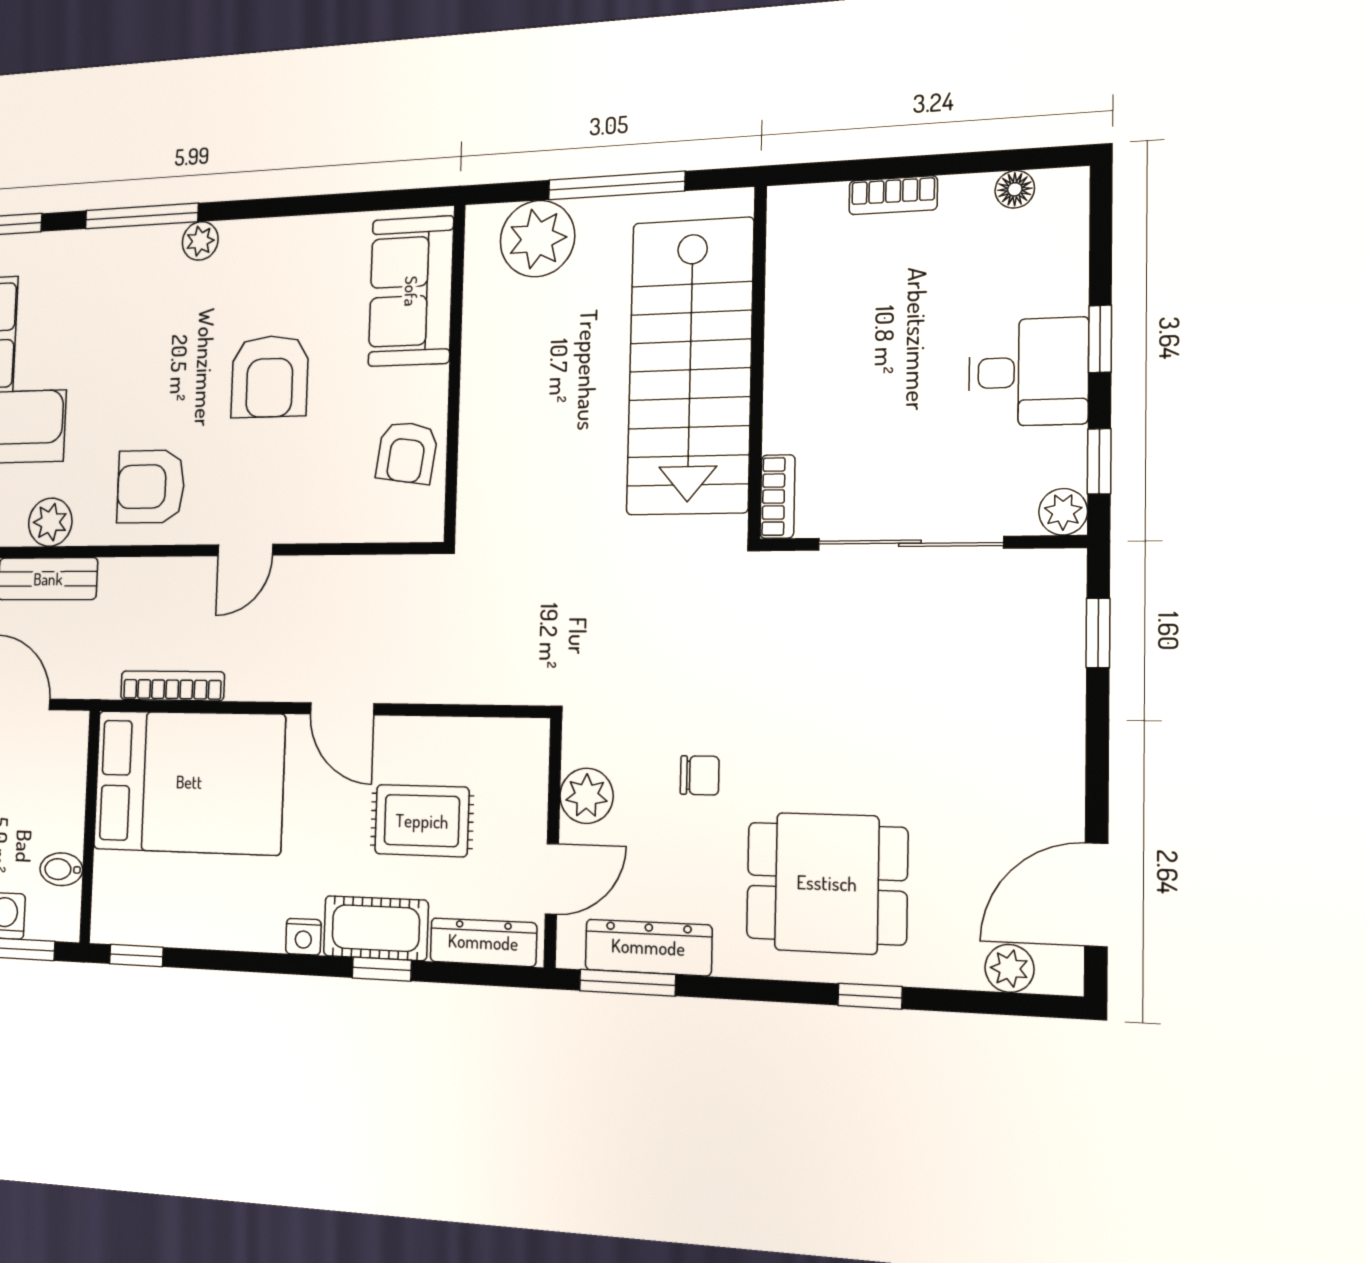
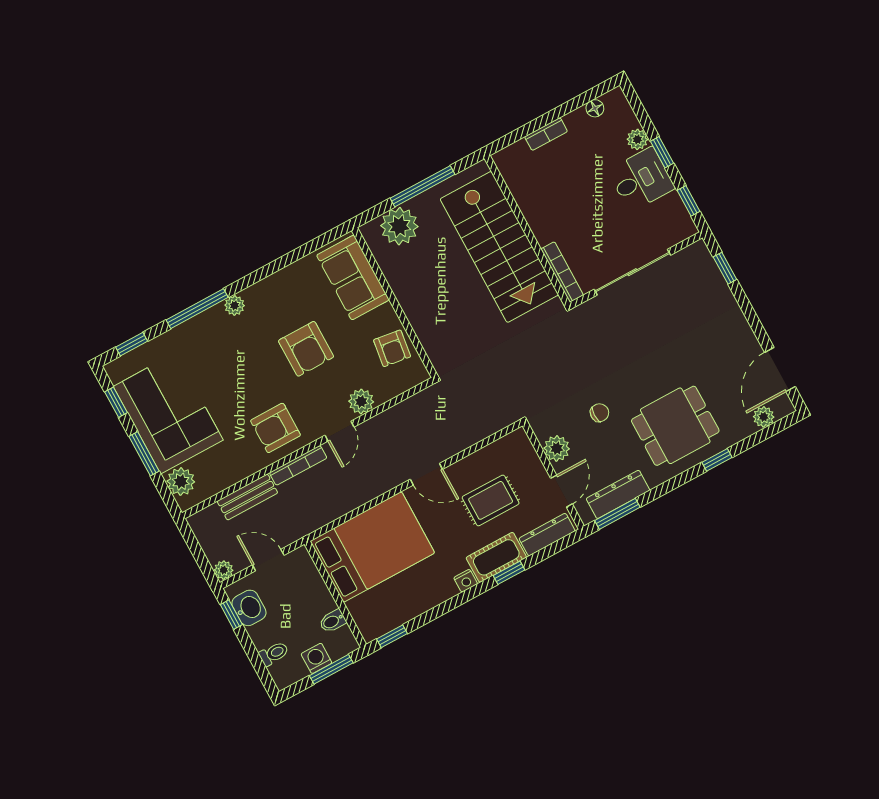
bookcase: (778, 496) -> (562, 272), width x1.56
plant: (1063, 512) -> (637, 139), moved
plant: (50, 522) -> (361, 402), moved
bookcase: (172, 686) -> (298, 465), moved, turned 180

